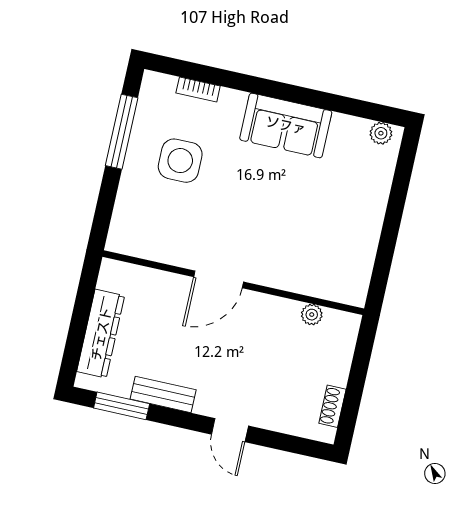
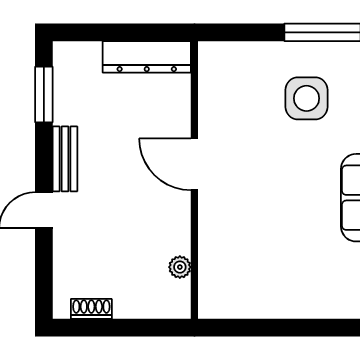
dresser: (101, 334) -> (147, 57), moved
bench: (163, 394) -> (65, 159), moved

